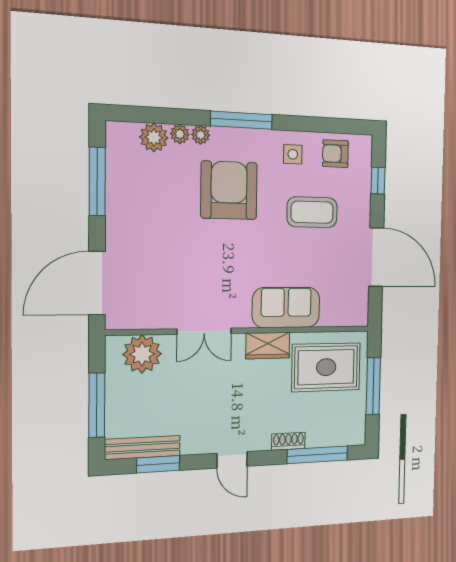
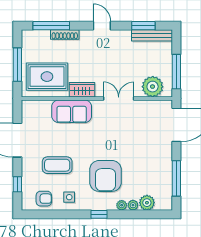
window: (241, 120) -> (99, 214), width x0.46
window: (97, 405) -> (176, 72), moved
shoe rack: (288, 441) -> (65, 35), width x1.43

